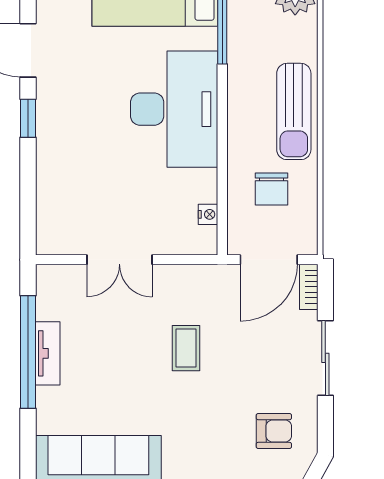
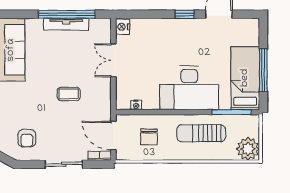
sun lounger: (294, 111) -> (201, 133), moved
chair: (272, 189) -> (149, 137), turned -89
nightstand: (53, 241) -> (123, 27), added
tv unit: (48, 353) -> (66, 24), width x1.41

